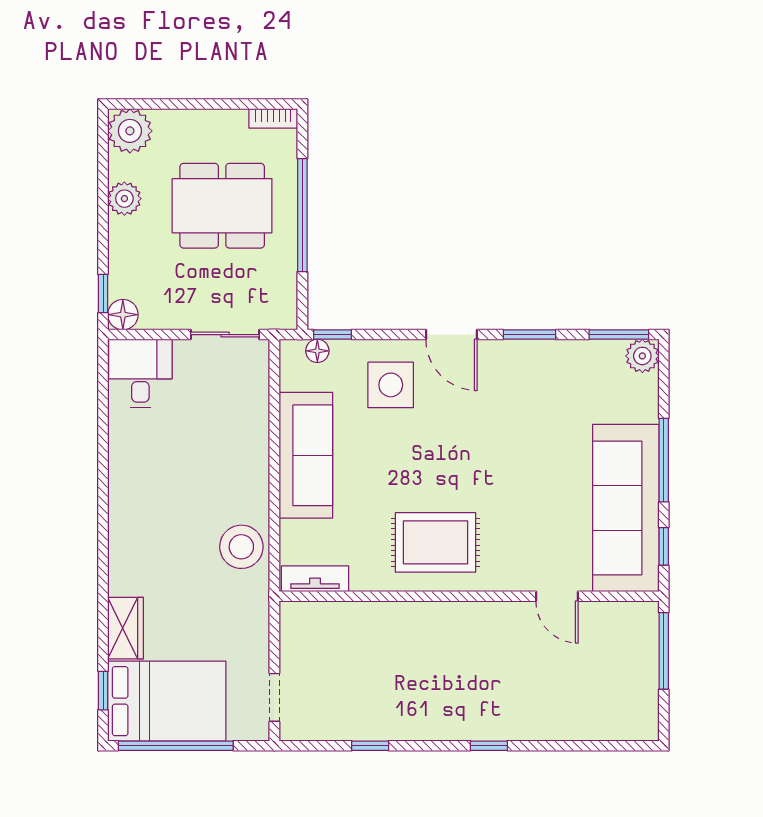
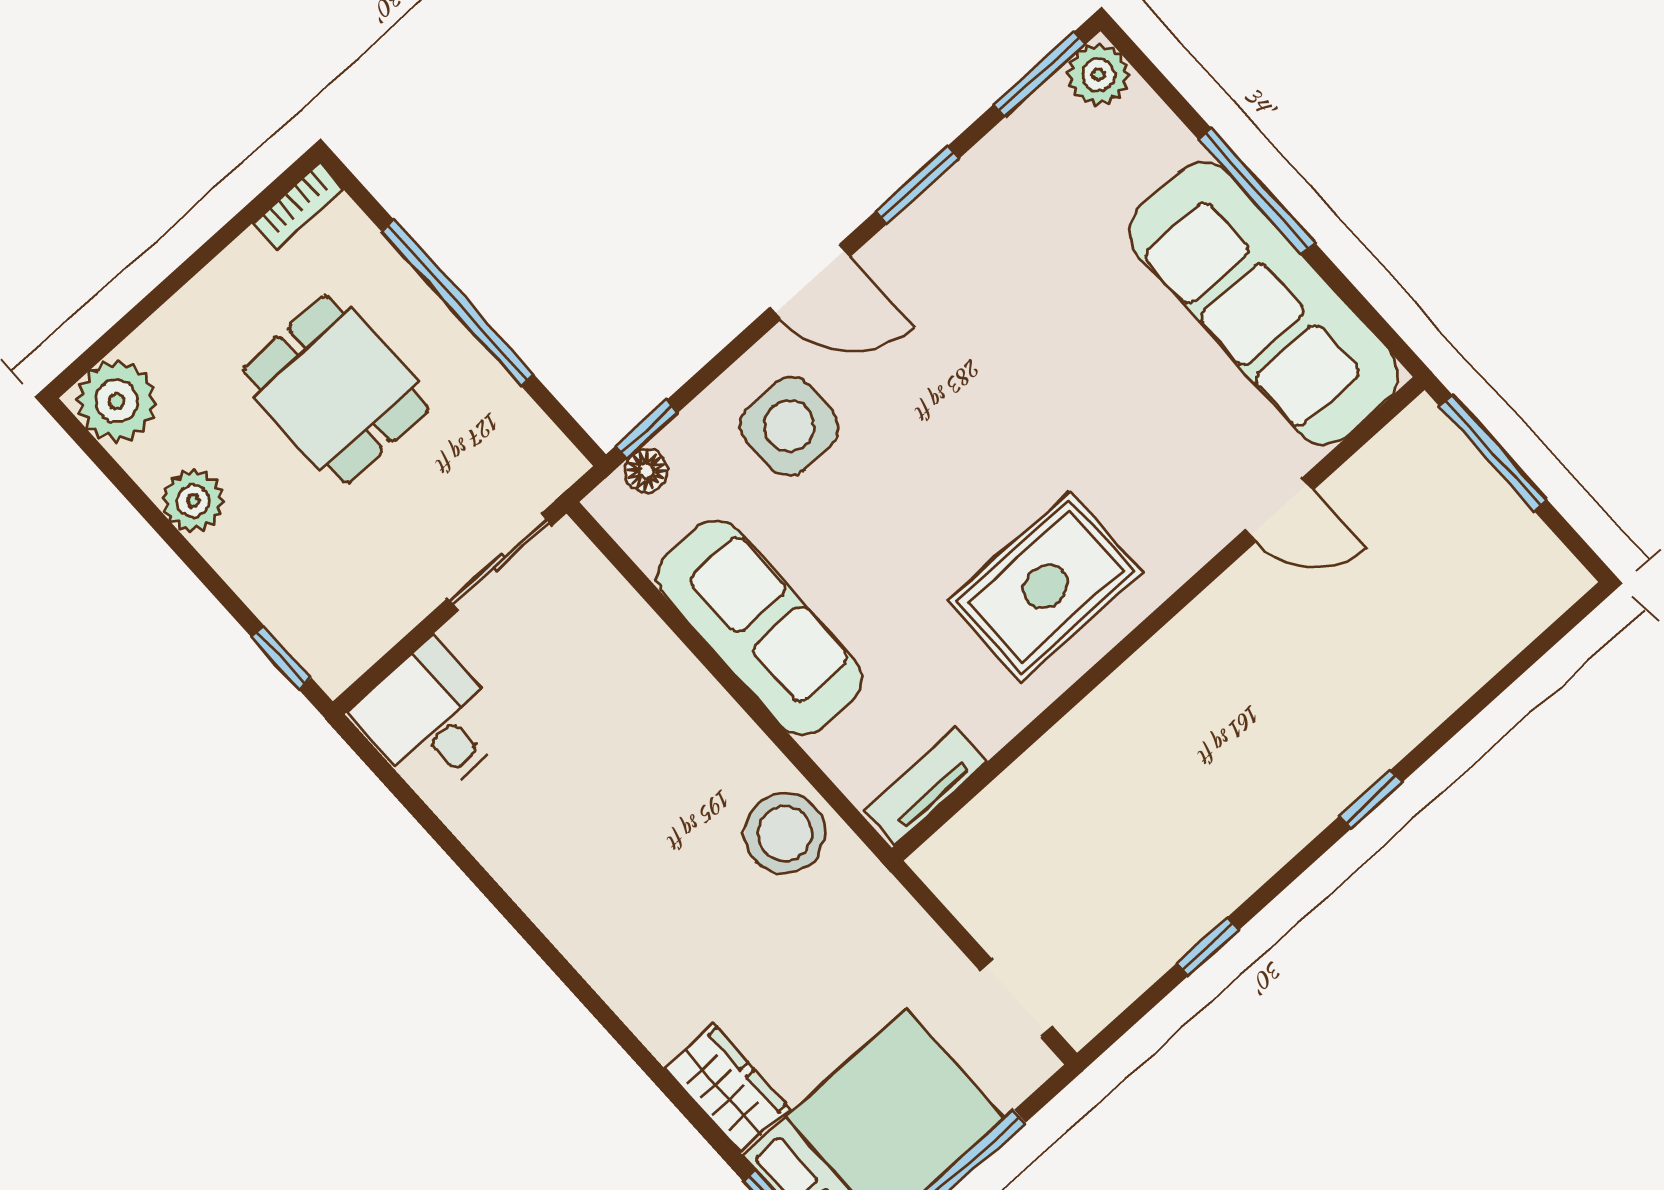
dining table: (222, 206) -> (336, 389), width x0.73
floor lamp: (123, 315) -> (335, 662), removed
window: (664, 546) -> (1363, 309), removed

